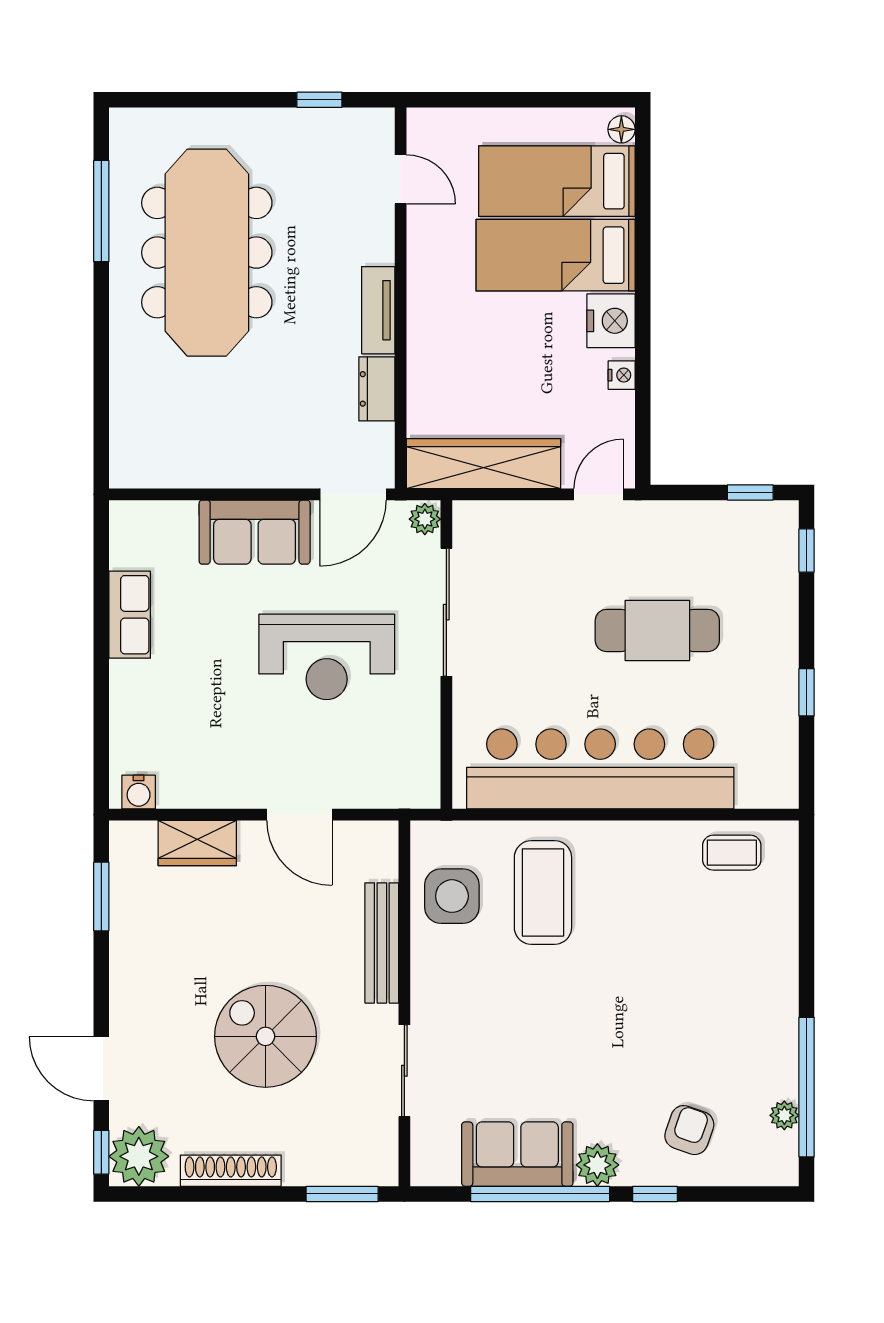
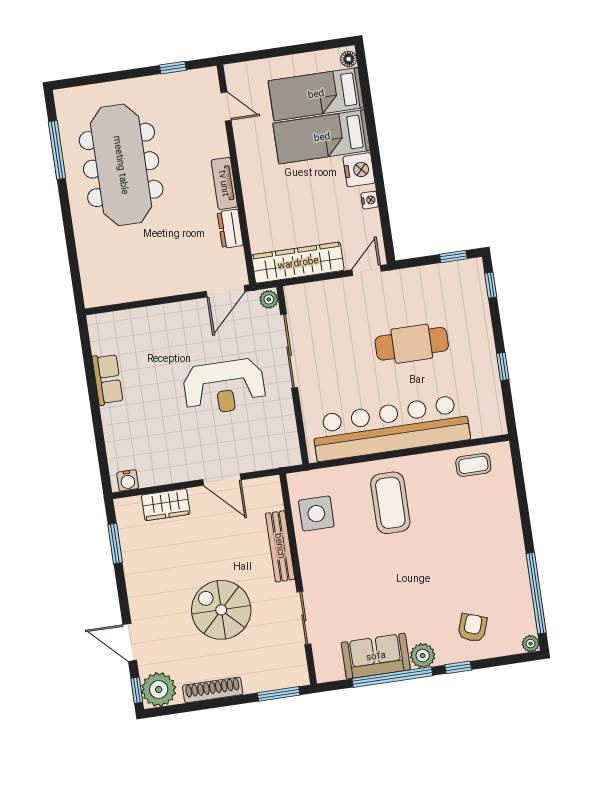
sofa: (255, 532) -> (172, 321), removed
coffee table: (543, 892) -> (390, 503), moved
plant: (784, 1115) -> (531, 644), moved

